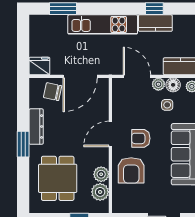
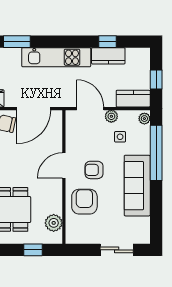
floor lamp: (173, 85) -> (126, 117), removed
armchair: (131, 170) -> (84, 202), turned 180
plant: (101, 174) -> (55, 205), removed

